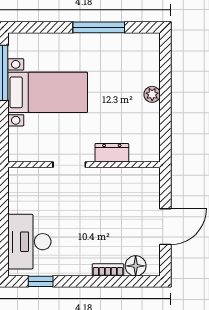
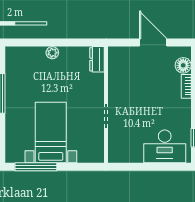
dresser: (112, 153) -> (97, 59), moved

